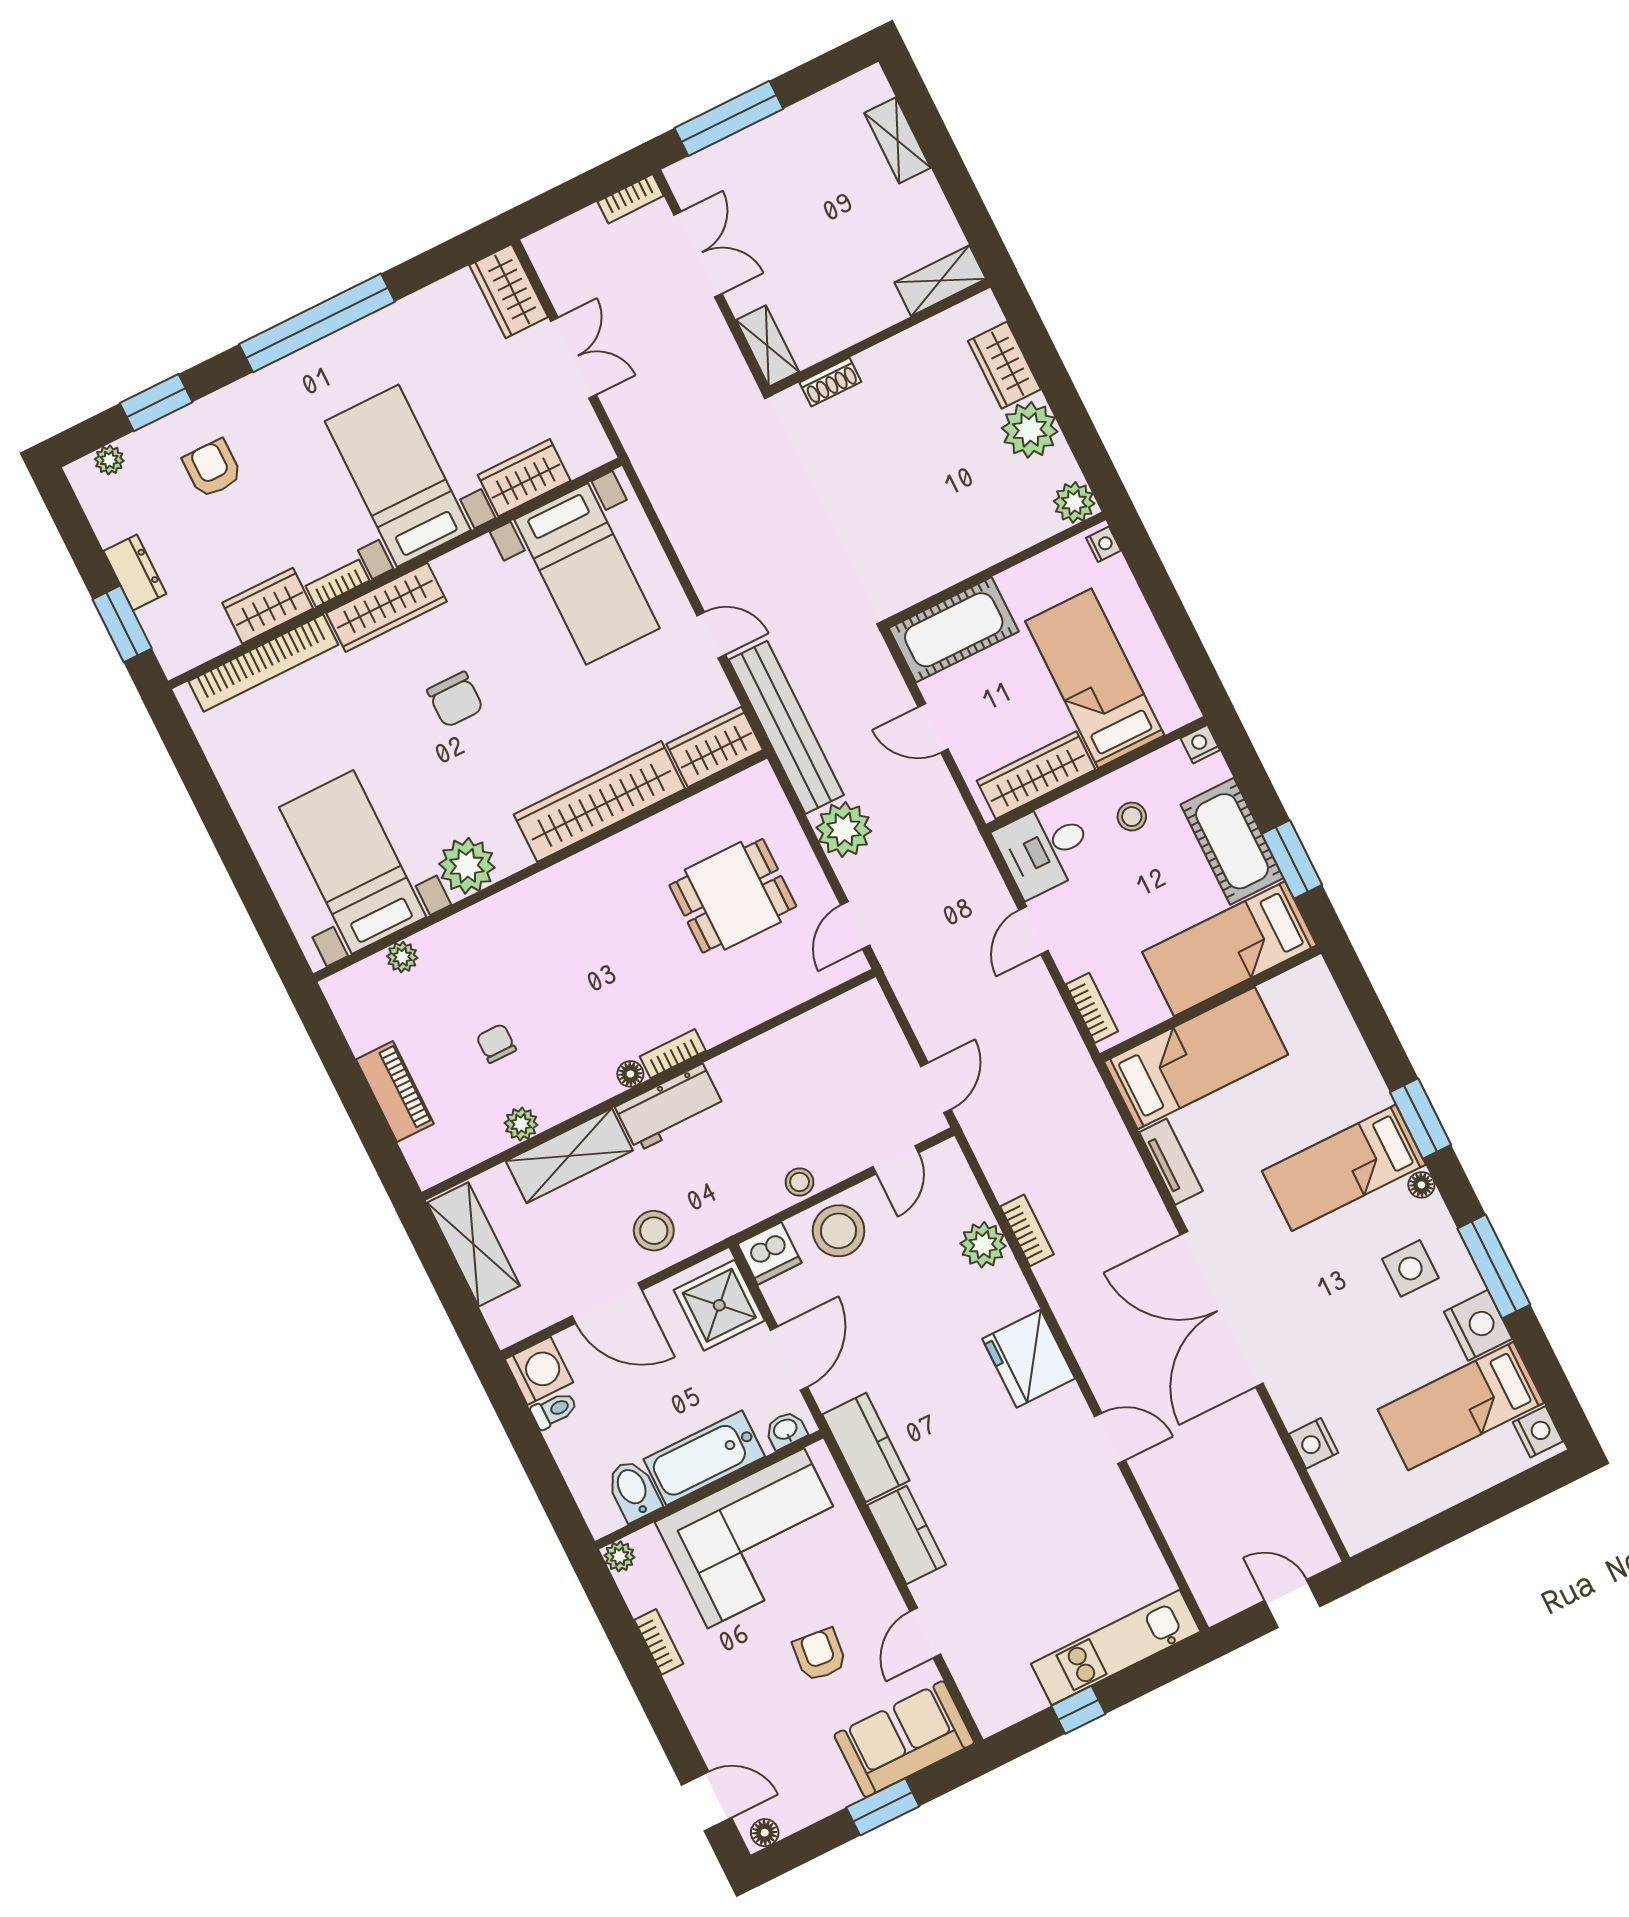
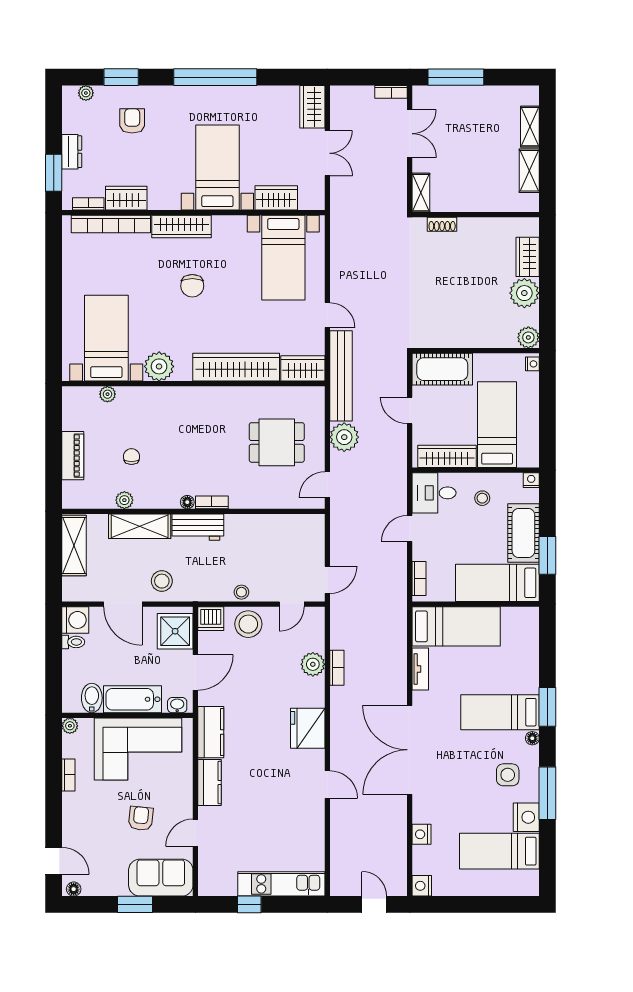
shelving: (940, 281) -> (529, 171), moved, turned 90
bookcase: (337, 583) -> (88, 204), moved
nightstand: (1538, 1432) -> (422, 886), moved, turned 180

